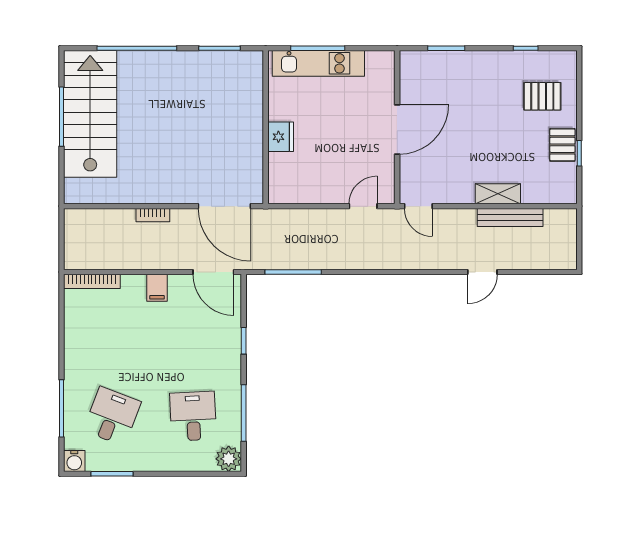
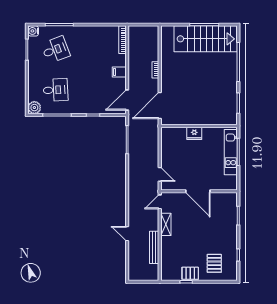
shelving: (498, 194) -> (166, 224), moved
desk: (112, 416) -> (56, 50), turned -42

